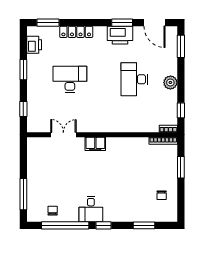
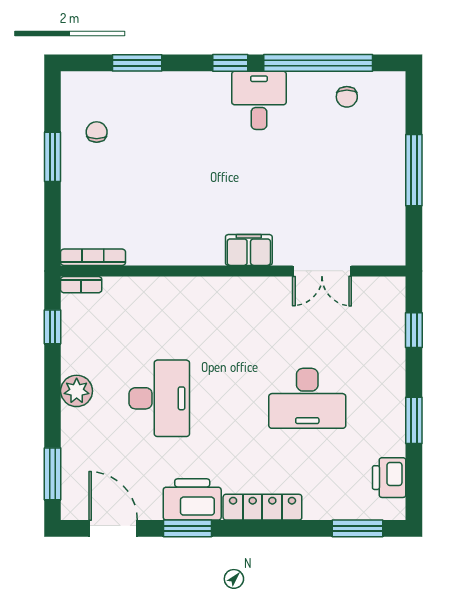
locker: (76, 32) -> (262, 507), moved
window: (181, 167) -> (53, 157), moved
window: (23, 194) -> (414, 170), moved

